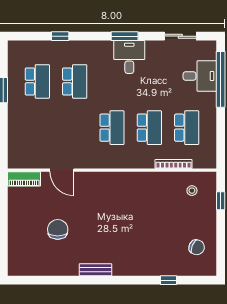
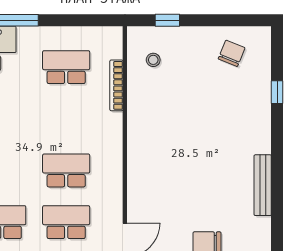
school desk: (149, 128) -> (66, 222), moved
bench: (95, 270) -> (263, 185), width x1.36

